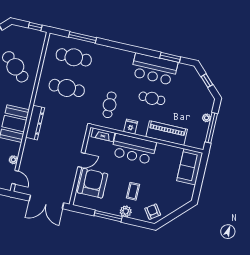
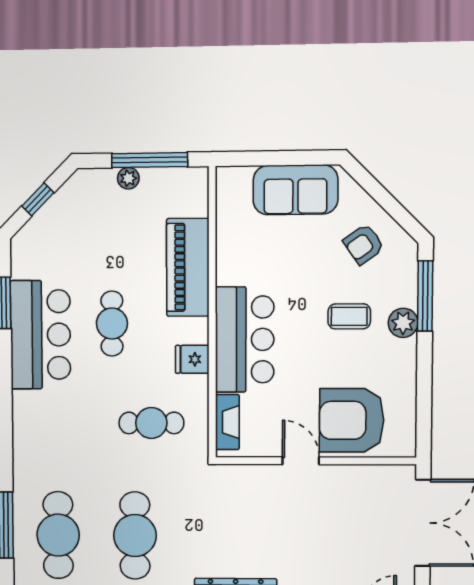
sofa: (190, 167) -> (295, 190), moved
armchair: (153, 212) -> (364, 244), moved
window: (108, 216) -> (425, 296), moved

